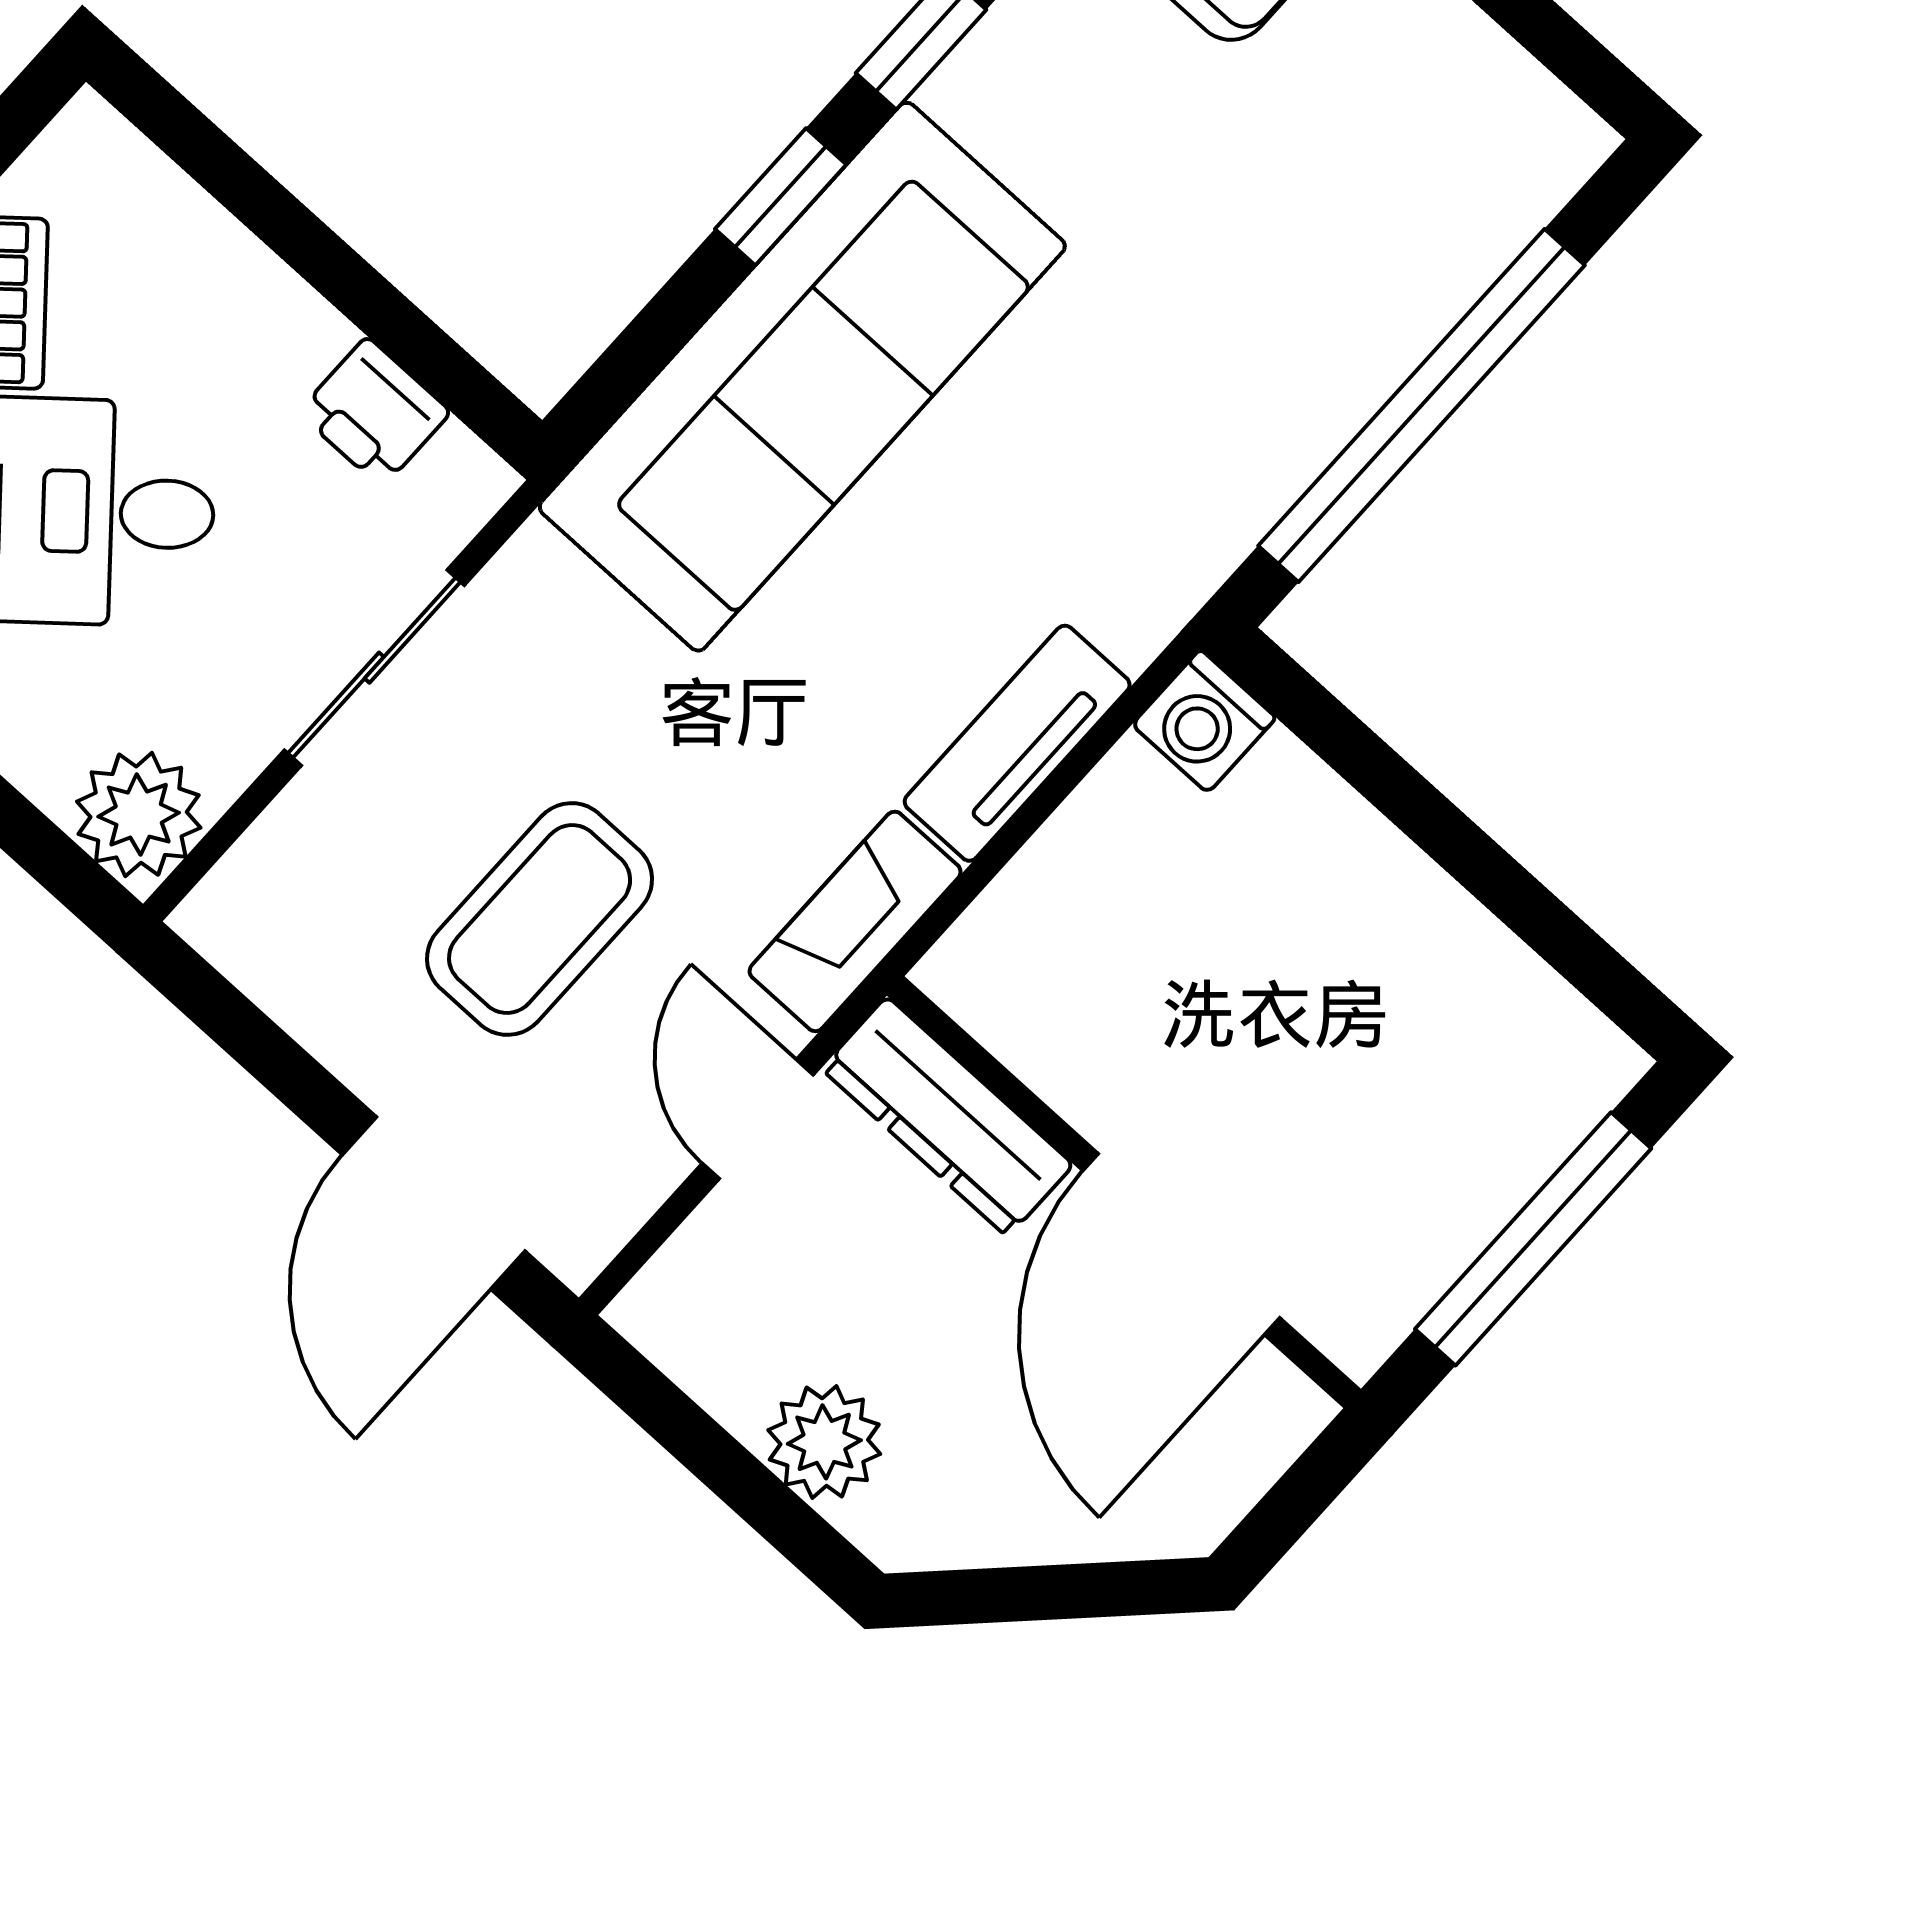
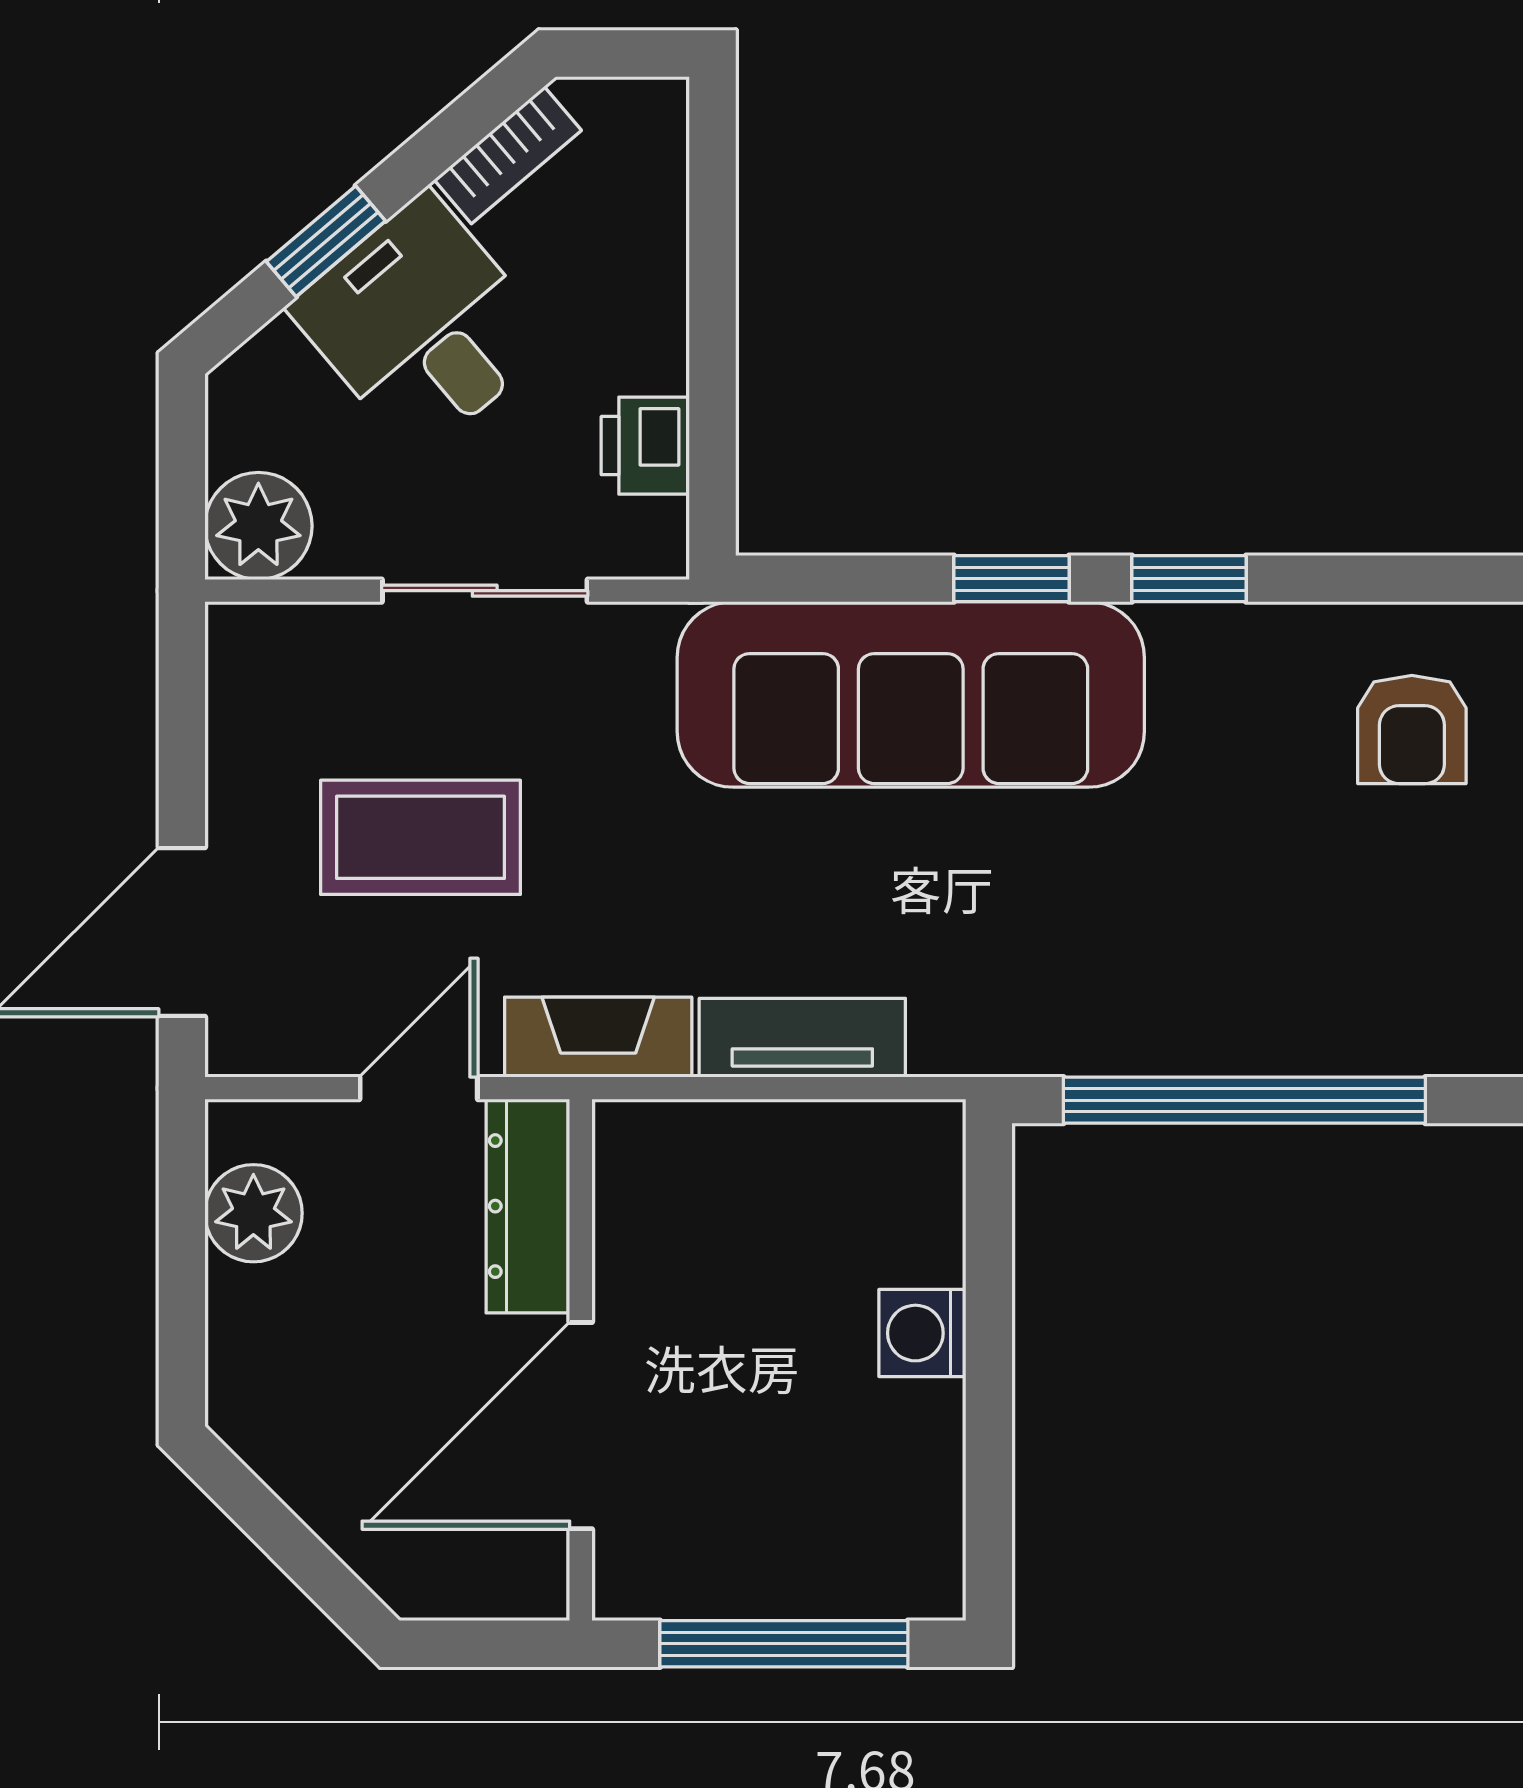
washing machine: (1204, 721) -> (922, 1333), moved
plant: (824, 1442) -> (253, 1213), moved

